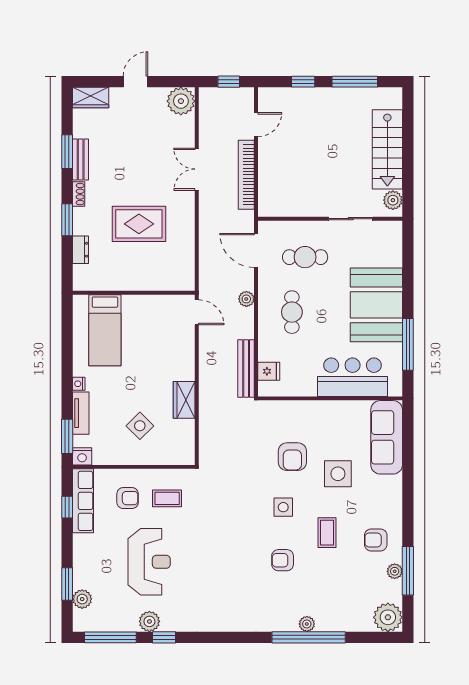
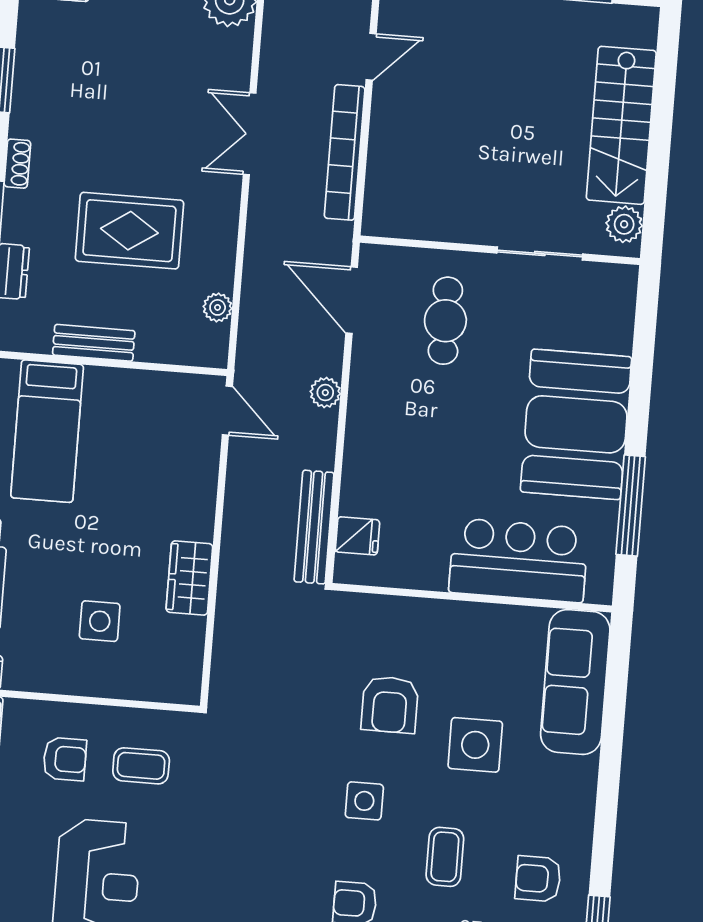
bench: (81, 160) -> (94, 343), moved, turned 90
cafe table: (305, 257) -> (445, 321), turned 90
plant: (187, 260) -> (218, 307), added
cafe table: (292, 312) -> (411, 425), removed
side table: (140, 426) -> (100, 621), turned 45

